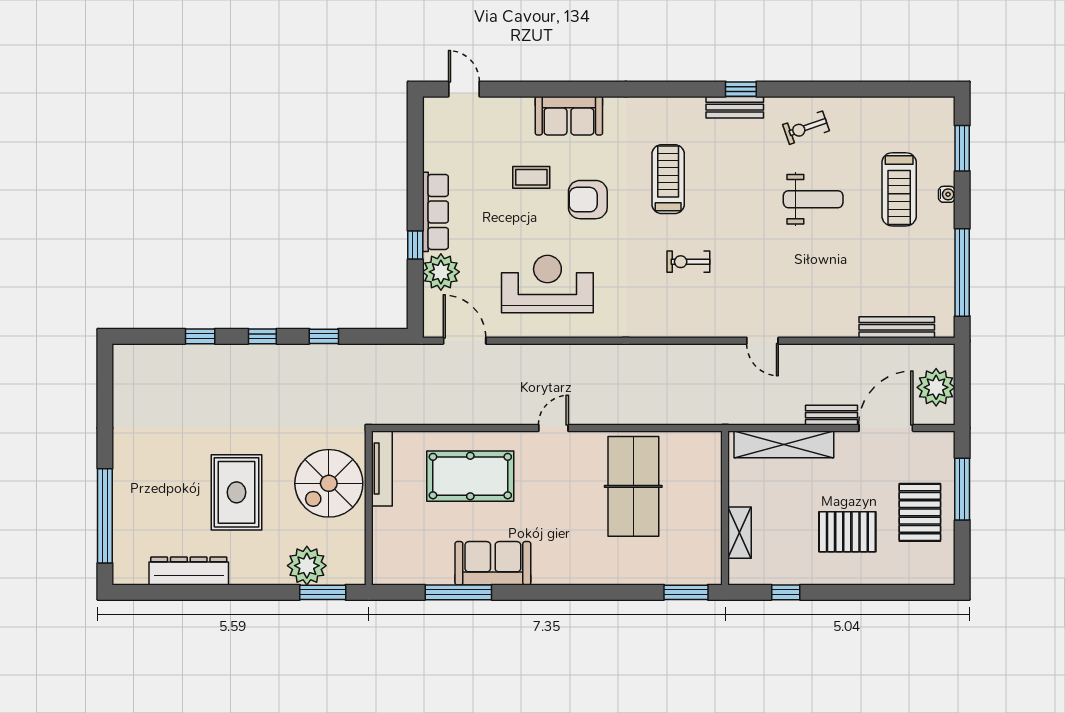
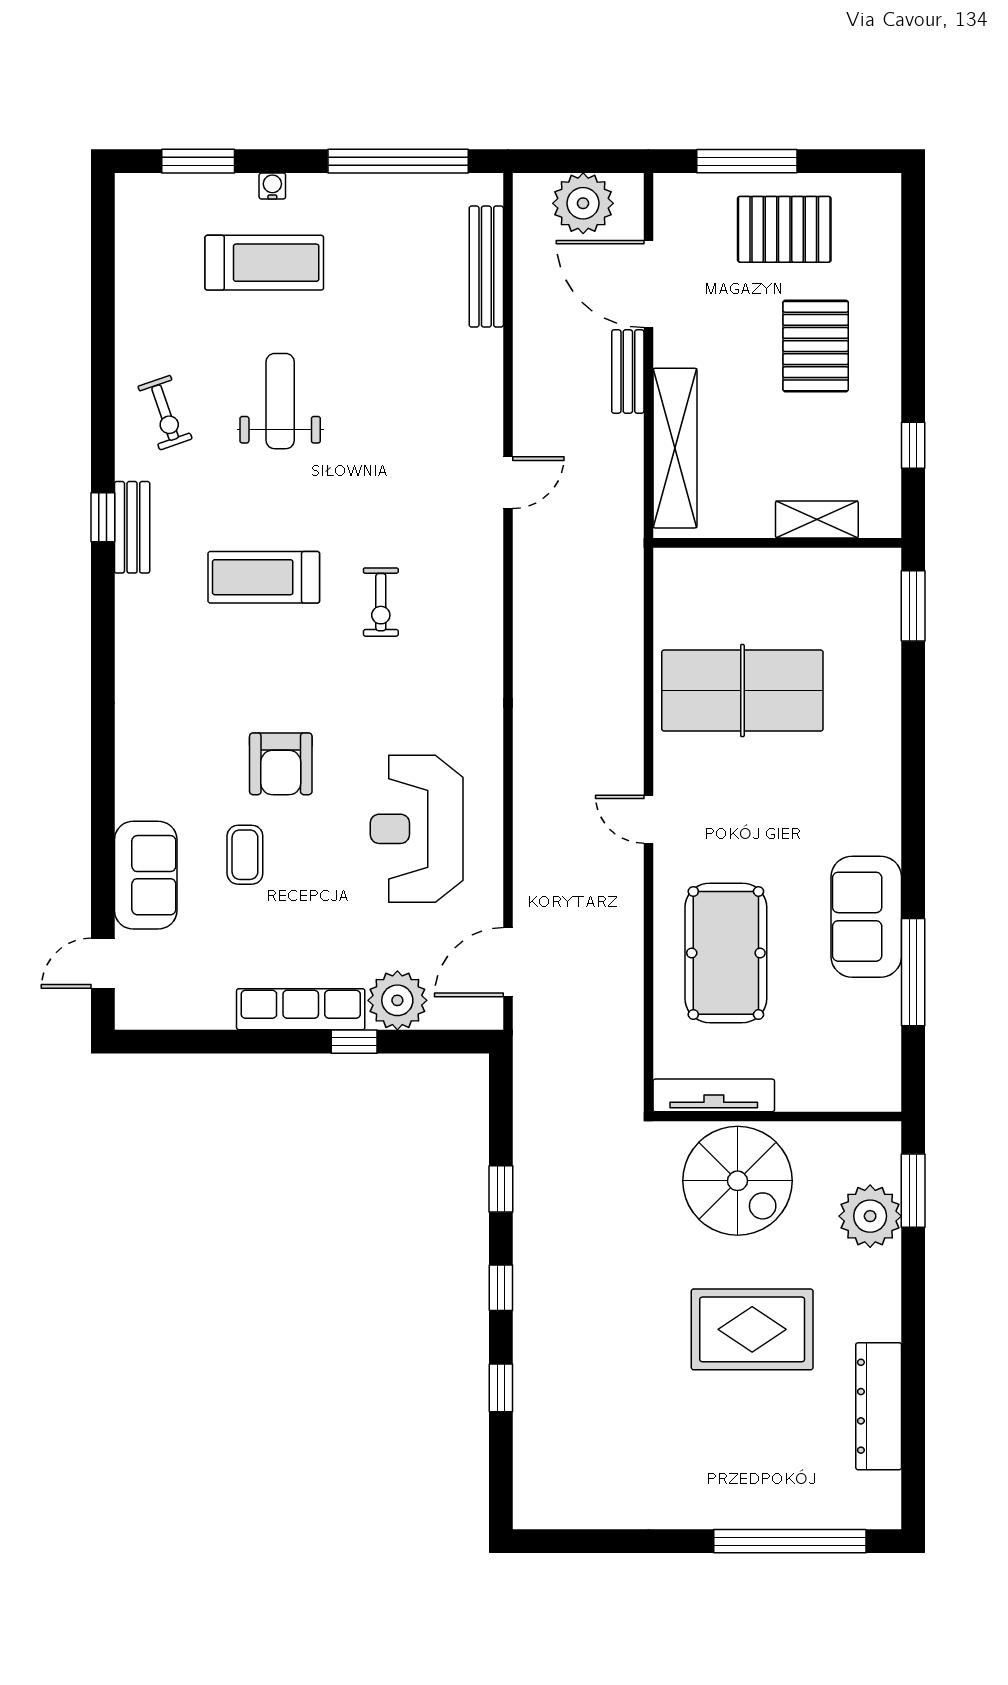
sofa: (569, 116) -> (146, 875), moved
treadmill: (668, 179) -> (264, 577), moved

